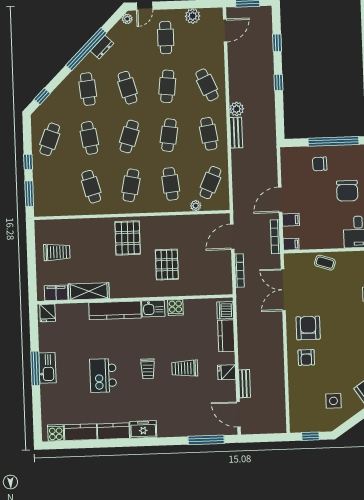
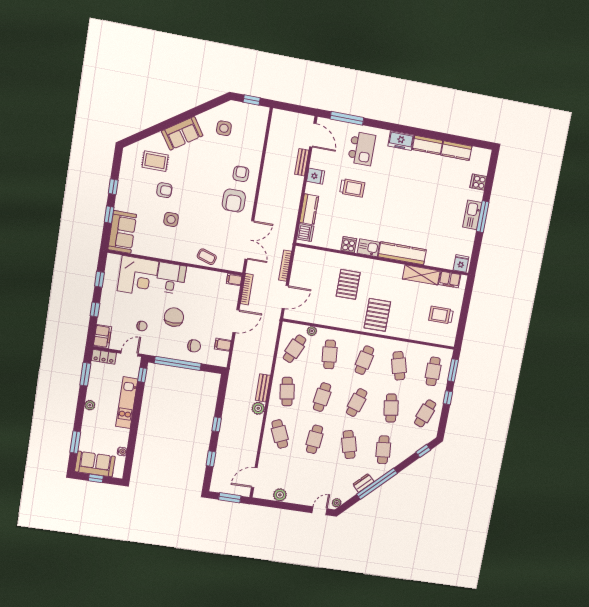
cafe table: (166, 38) -> (433, 371), moved
filing cabinet: (291, 220) -> (223, 345), moved
trolley: (148, 369) -> (385, 195), removed
kitchen island: (103, 376) -> (362, 149), moved
cooker: (56, 433) -> (478, 182), moved, turned 90

